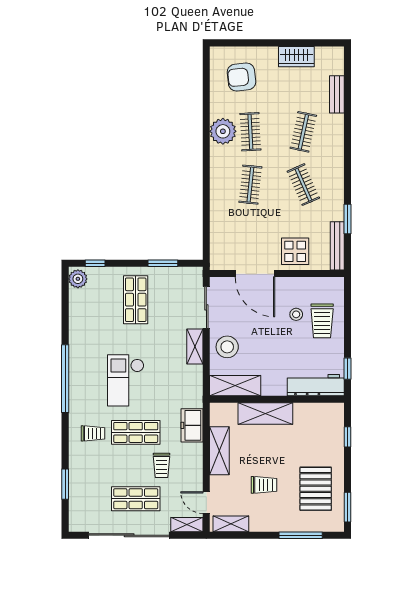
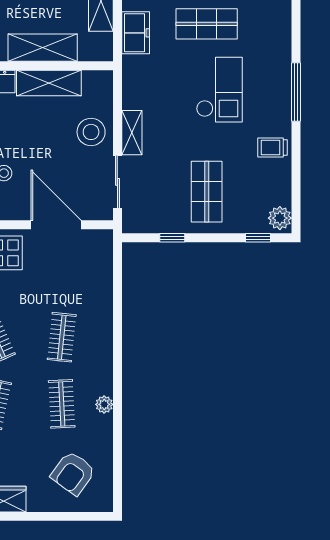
armchair: (241, 77) -> (73, 473), turned 132
plant: (223, 131) -> (104, 404), width x0.53, depth x0.53
window: (163, 263) -> (172, 238), width x0.67
window: (65, 379) -> (296, 92), width x0.68
shelving: (235, 386) -> (49, 83), moved
trolley: (93, 433) -> (272, 148), moved

